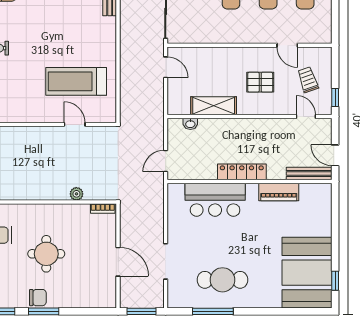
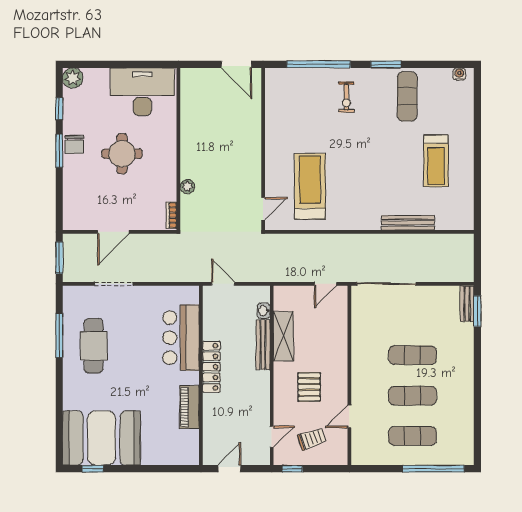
door: (75, 124) -> (263, 209), moved
bench: (309, 173) -> (263, 345), moved

